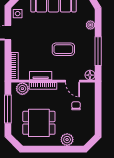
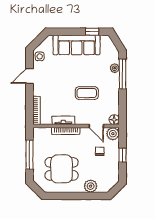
window: (98, 51) -> (123, 74), moved
plant: (22, 89) -> (113, 134), moved
window: (98, 110) -> (123, 155), added

